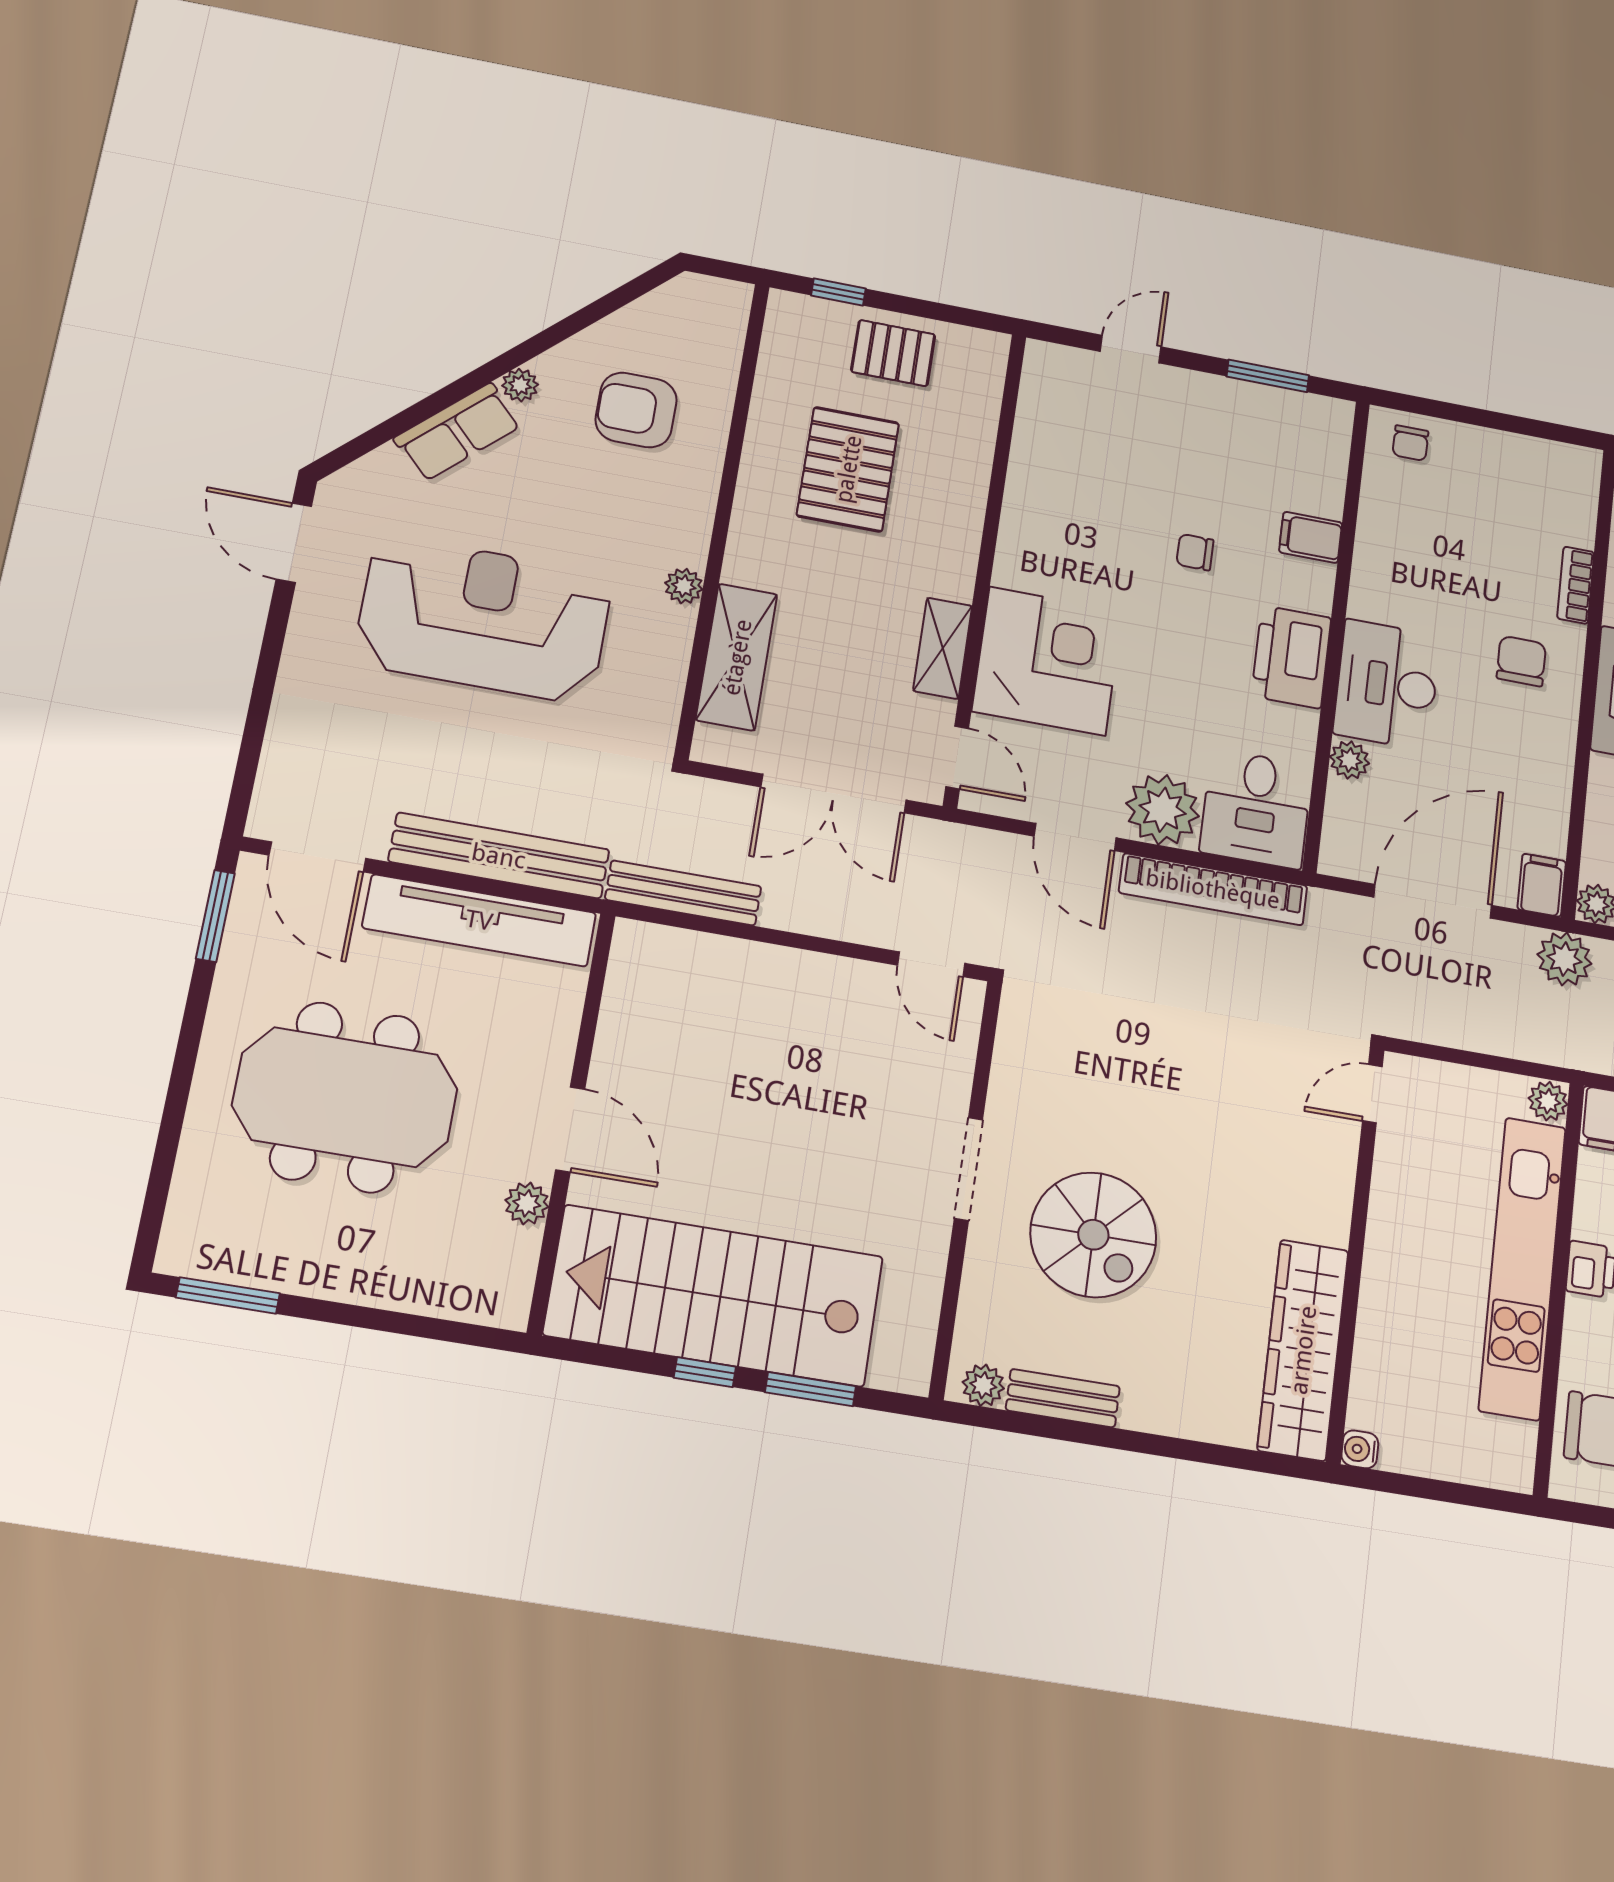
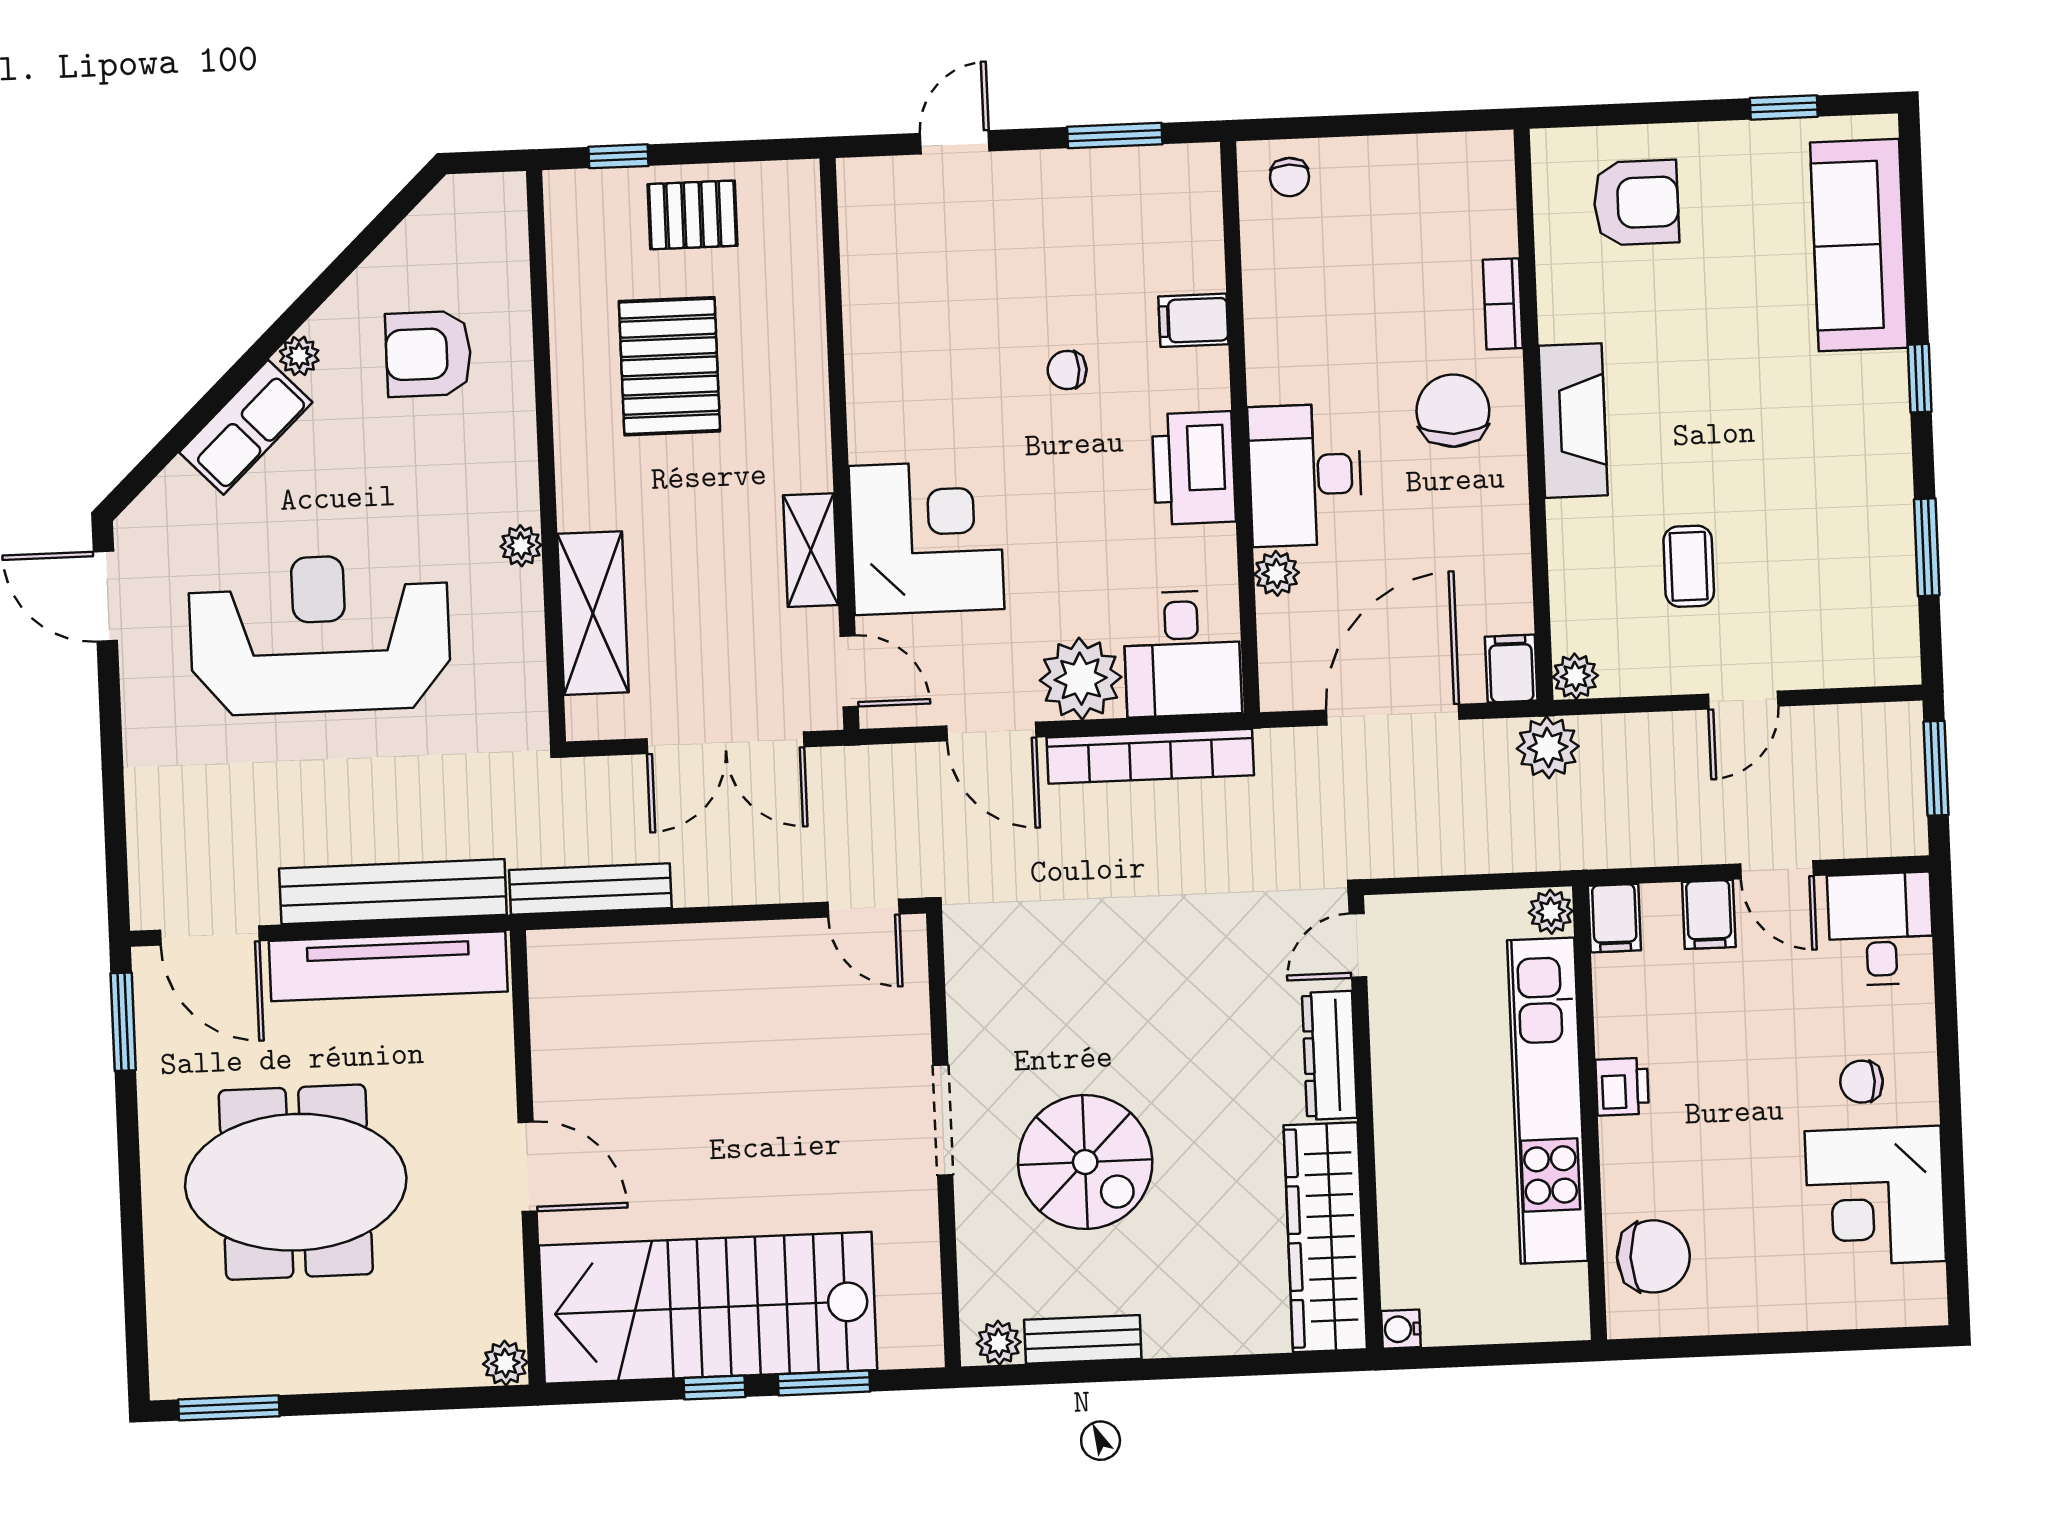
chair: (1521, 661) -> (1453, 411), width x1.37, depth x1.37
dresser: (1332, 1186) -> (1330, 1055), added
plant: (527, 1203) -> (505, 1363), moved

